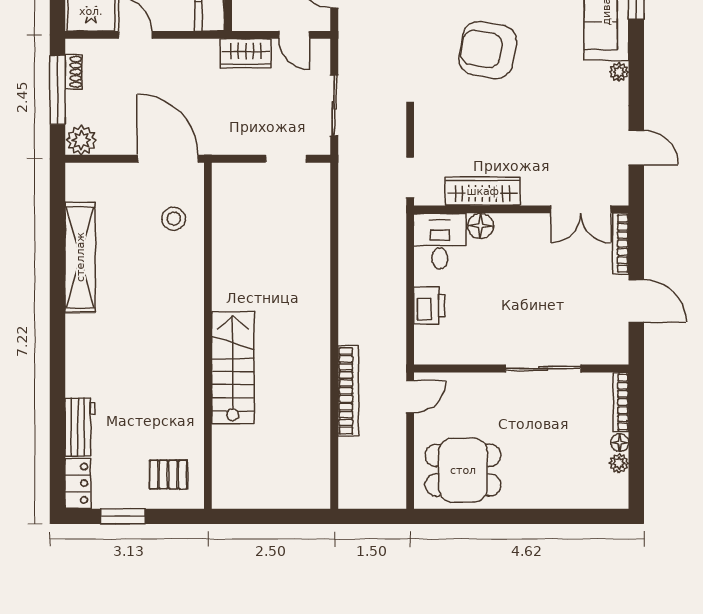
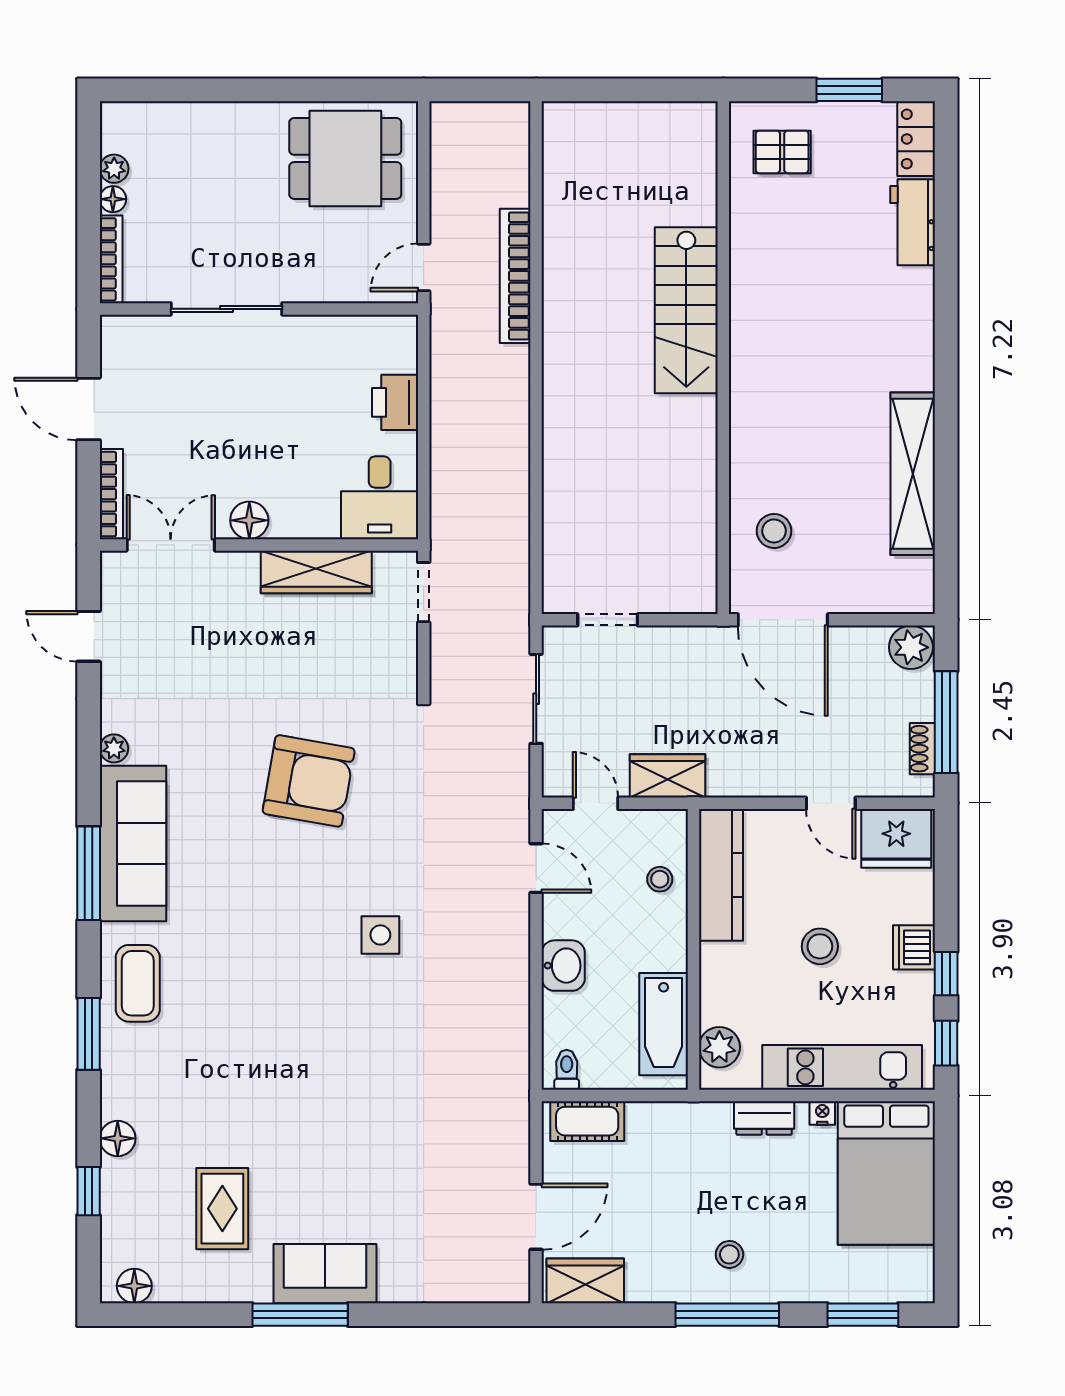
floor lamp: (481, 226) -> (249, 520), moved

